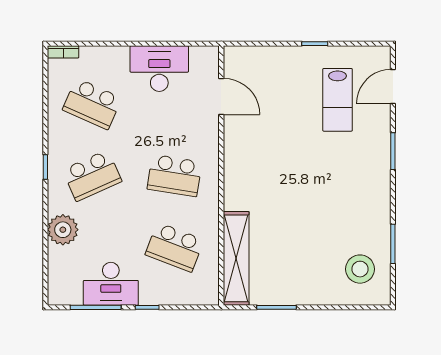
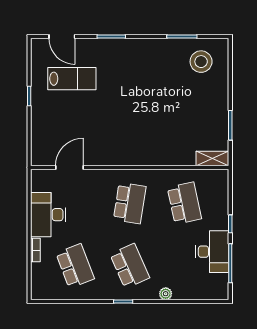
bookcase: (63, 52) -> (35, 250), moved
school desk: (92, 104) -> (75, 266), turned -45
plant: (63, 230) -> (166, 294), width x0.53, depth x0.53
school desk: (174, 247) -> (184, 203), turned -33
shelving: (236, 258) -> (212, 159), width x0.45, depth x0.75

